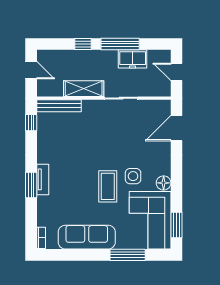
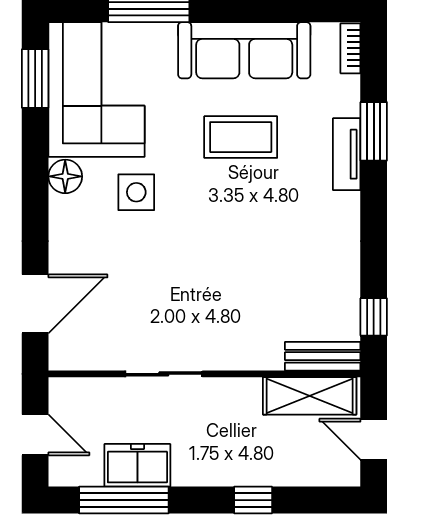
window: (120, 44) -> (124, 500), moved
shelving: (84, 89) -> (310, 396), moved
bench: (59, 106) -> (323, 356), width x0.73
tv unit: (43, 179) -> (347, 154), moved
window: (31, 185) -> (374, 131), moved
coffee table: (108, 186) -> (241, 137), moved, turned 90

